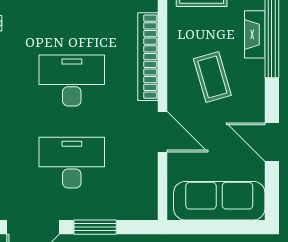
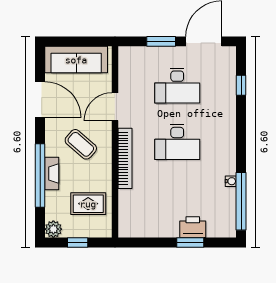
coffee table: (212, 77) -> (81, 144), turned -33
door: (163, 132) -> (115, 107), hinge flipped
door: (272, 142) -> (40, 100), width x1.36

